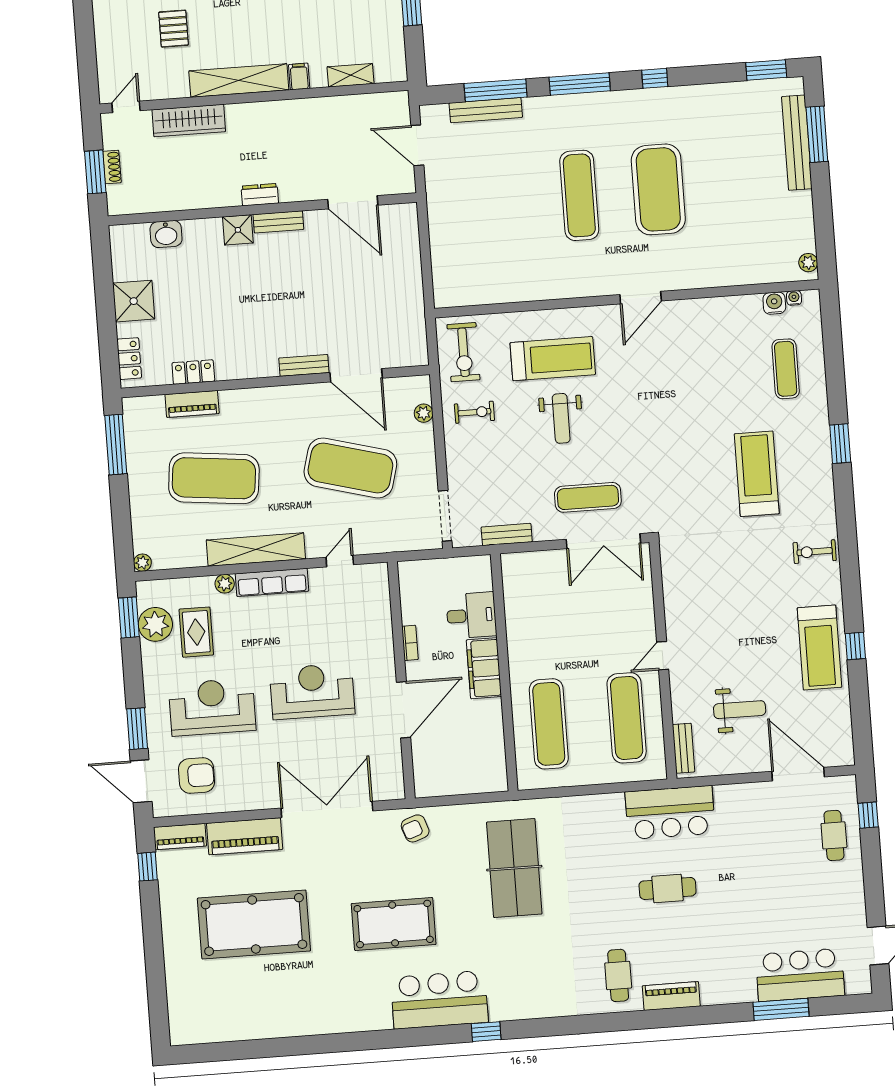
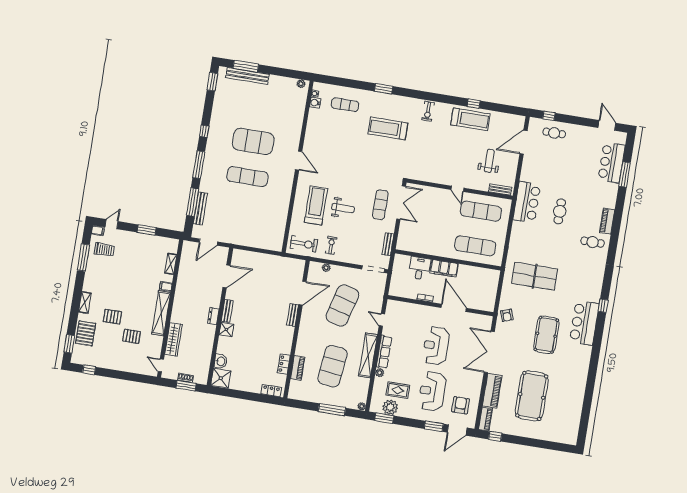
shower: (134, 301) -> (221, 378), moved
window: (116, 445) -> (332, 410), moved

